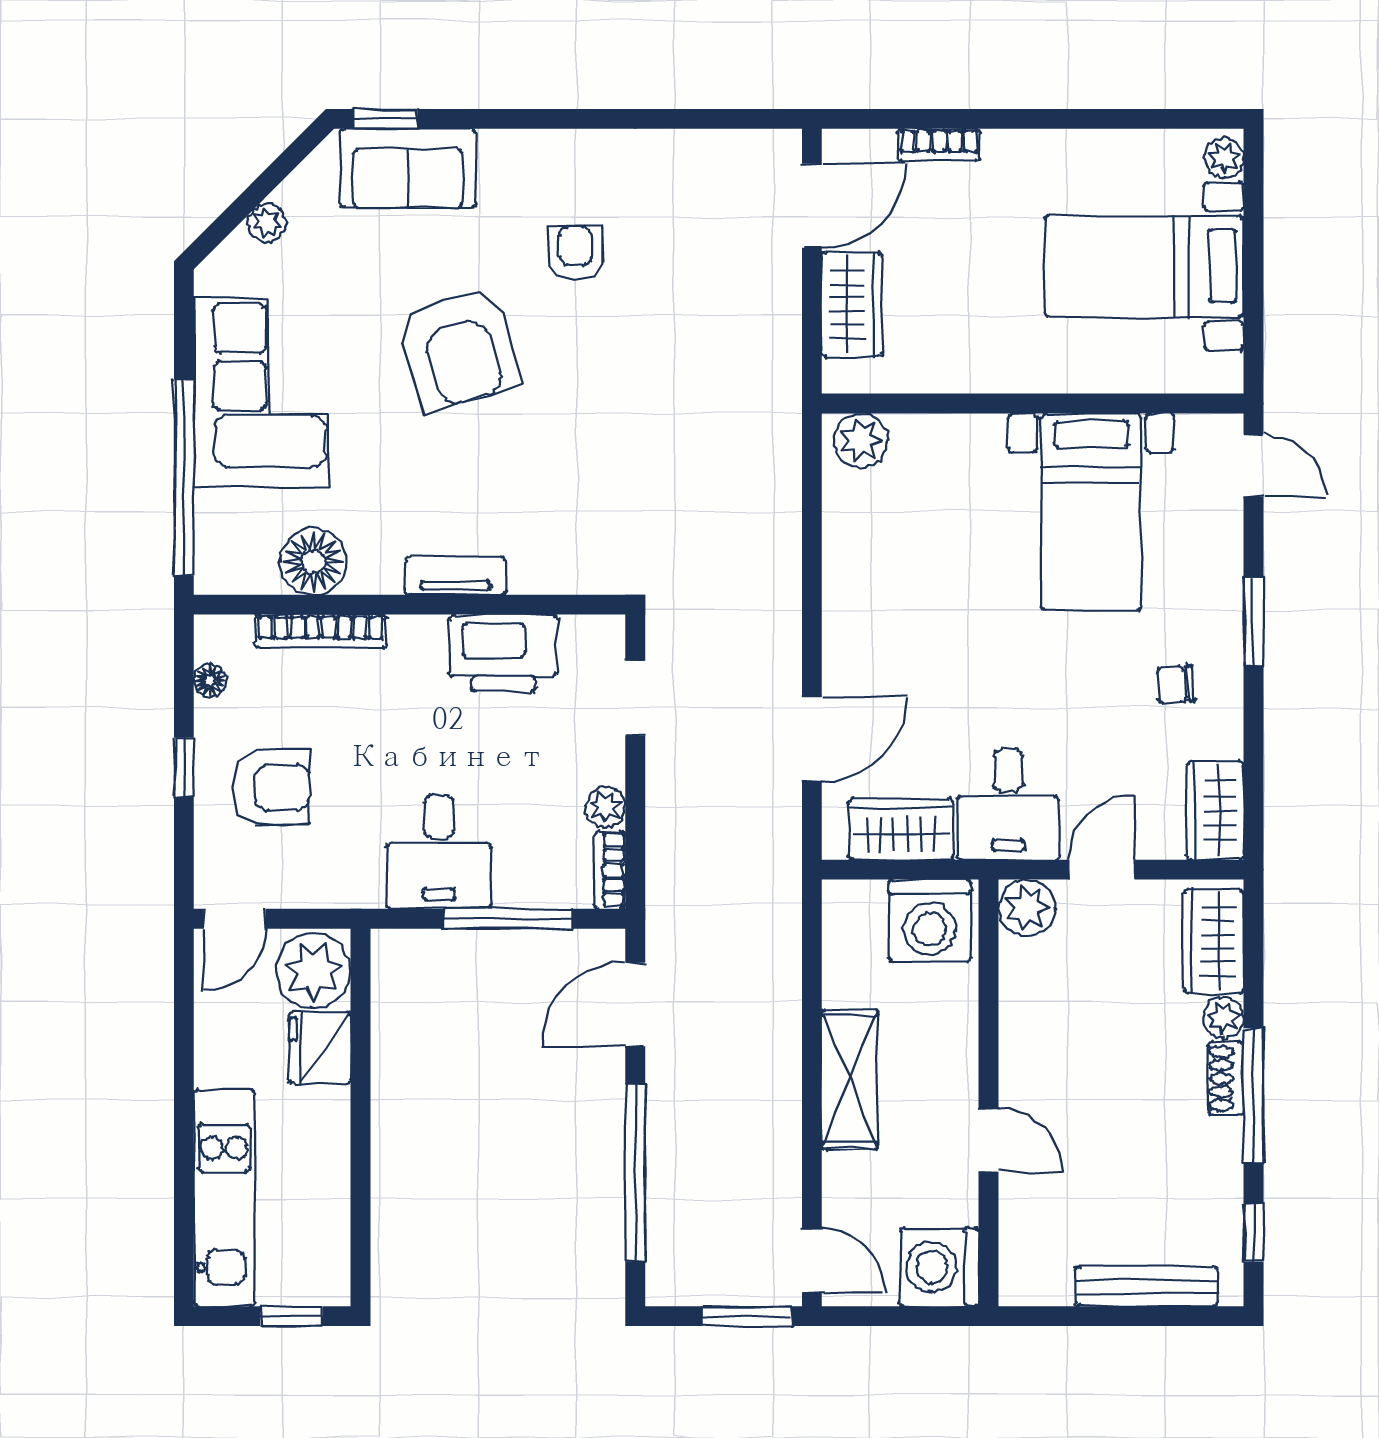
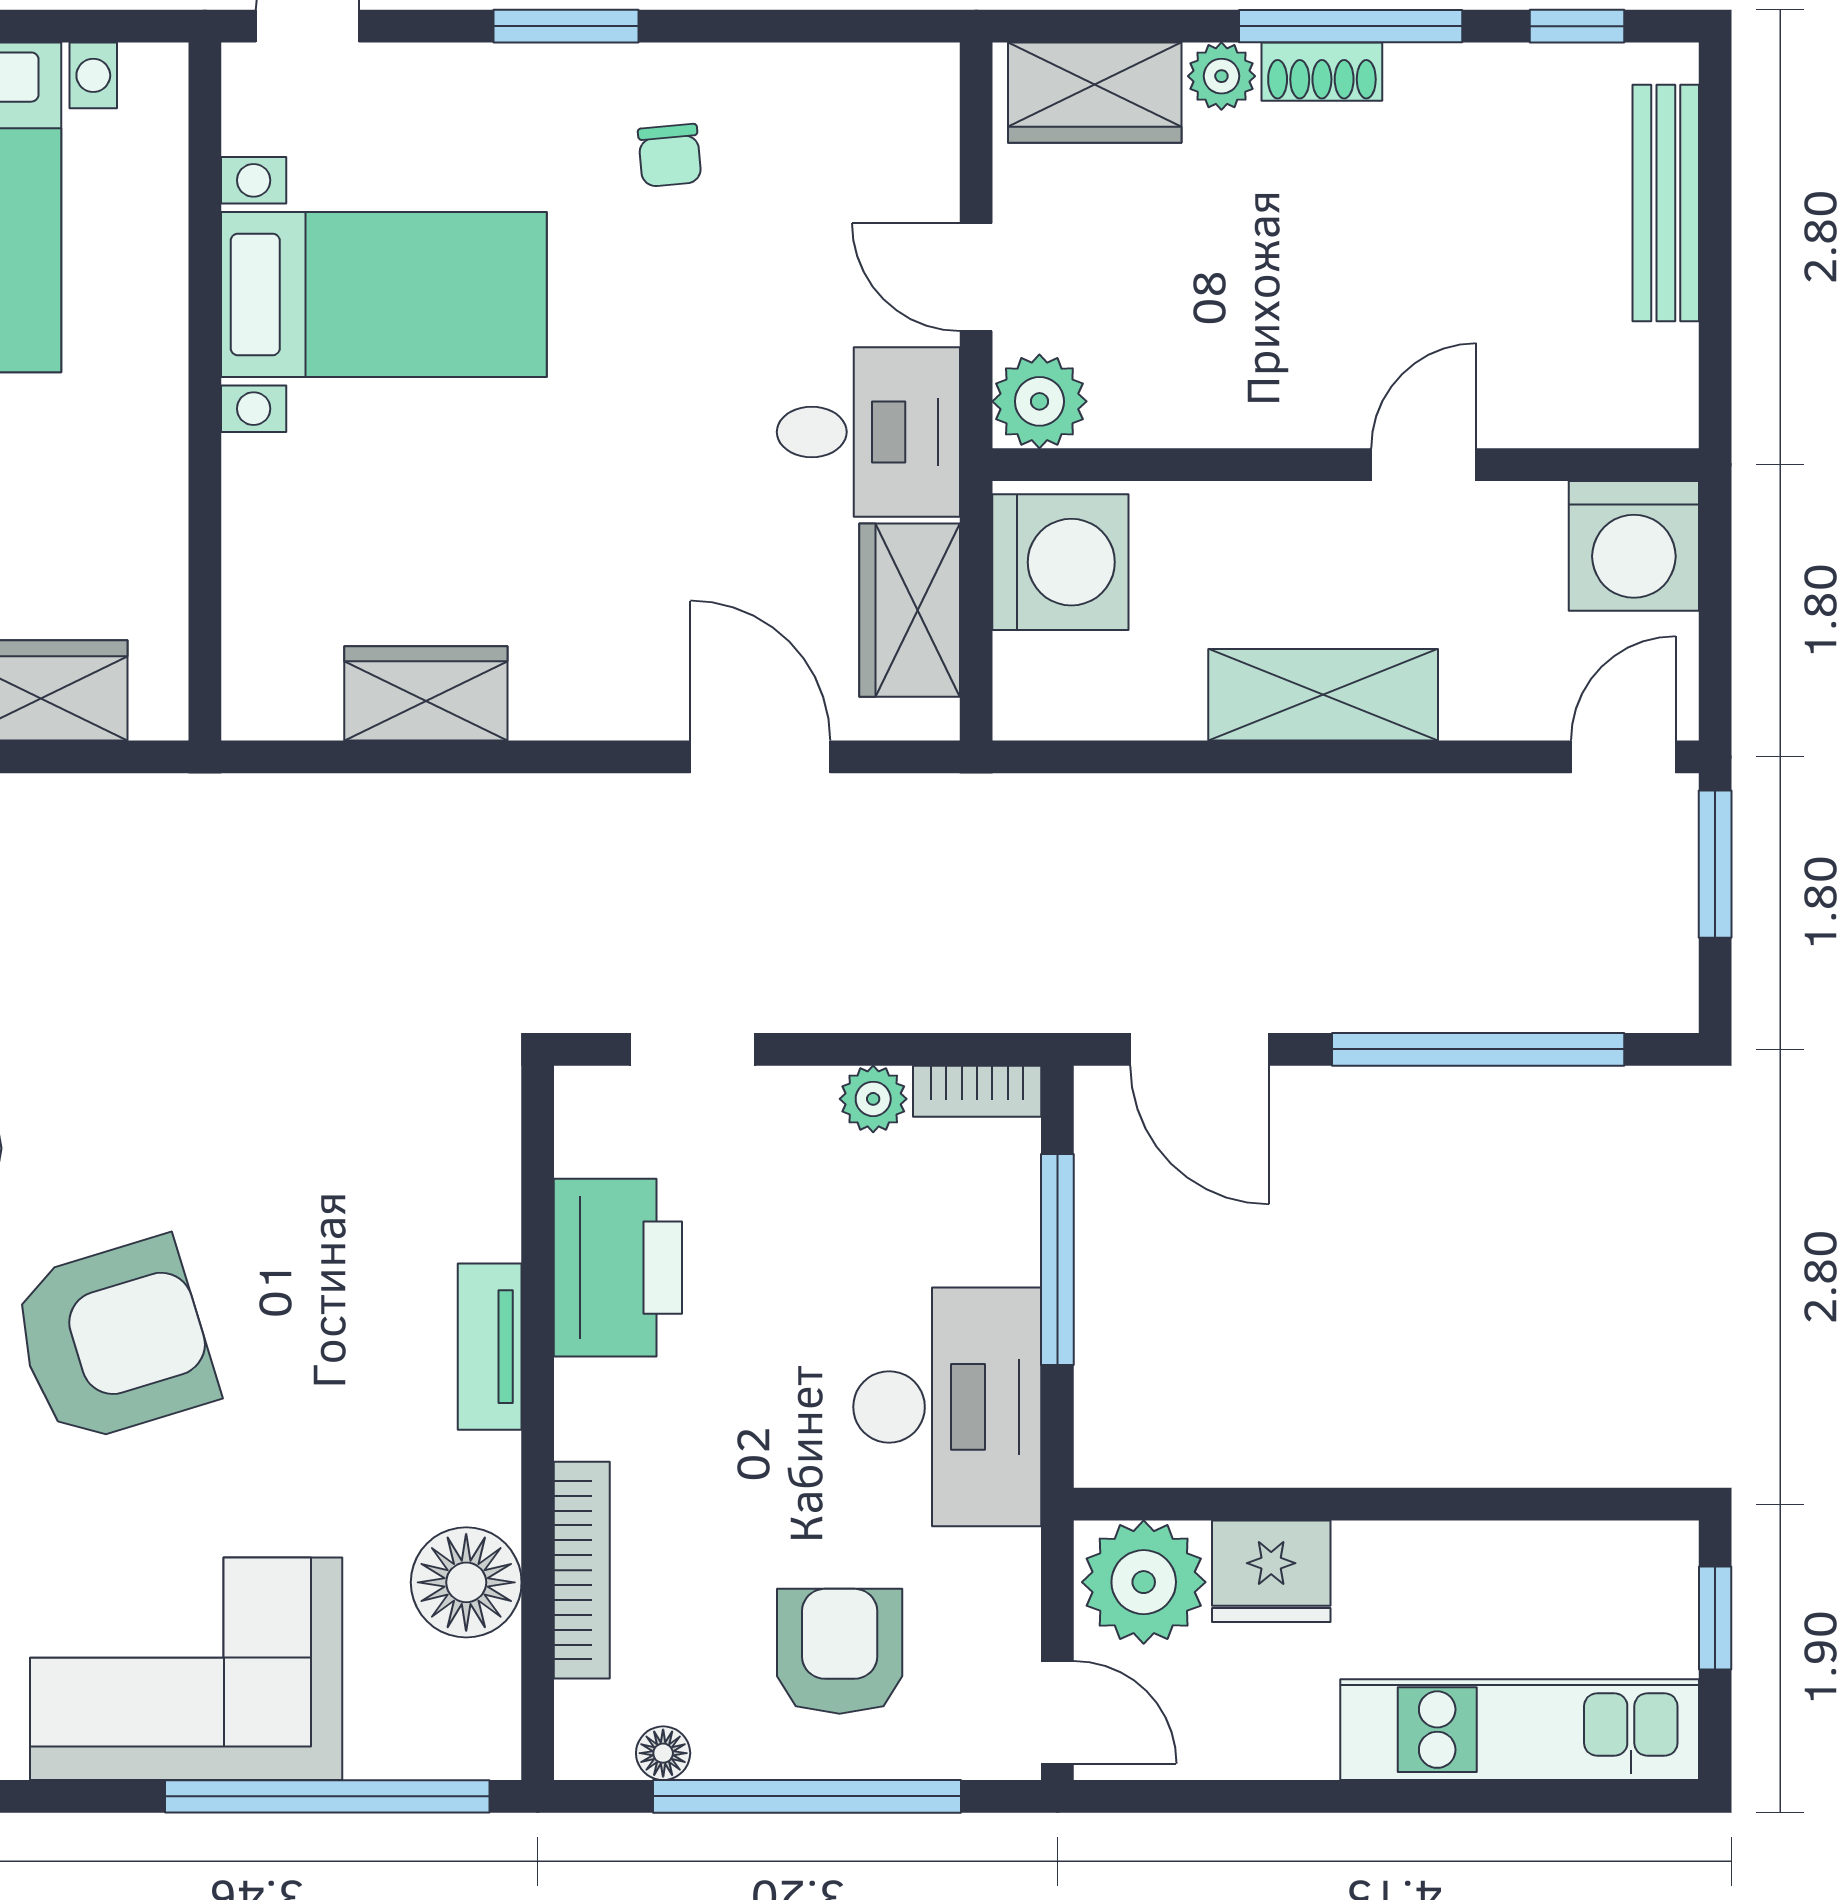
plant: (861, 440) -> (266, 676), removed
window: (184, 767) -> (807, 1796), width x3.17
wardrobe: (1215, 811) -> (426, 693), moved, turned 180
desk: (439, 852) -> (947, 1407), width x1.37

